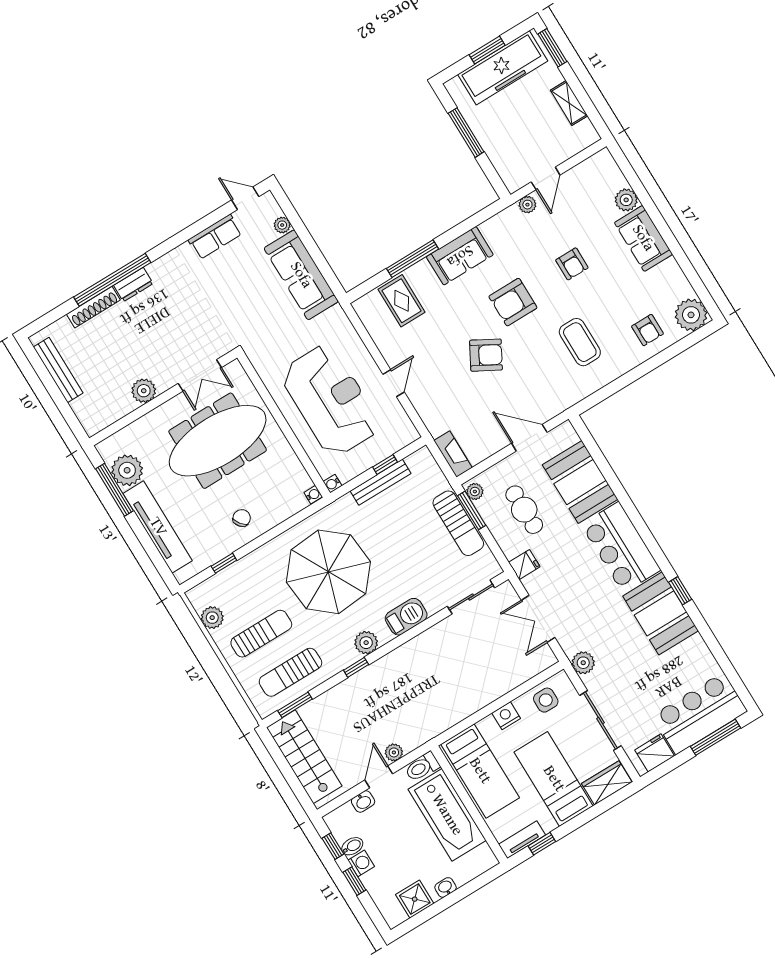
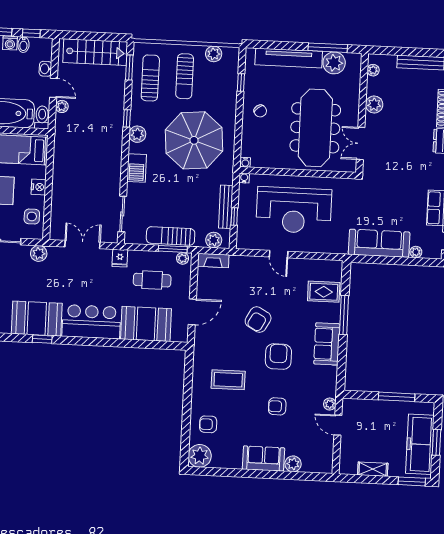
plant: (105, 419) -> (373, 70), added
plant: (429, 470) -> (214, 240), added

